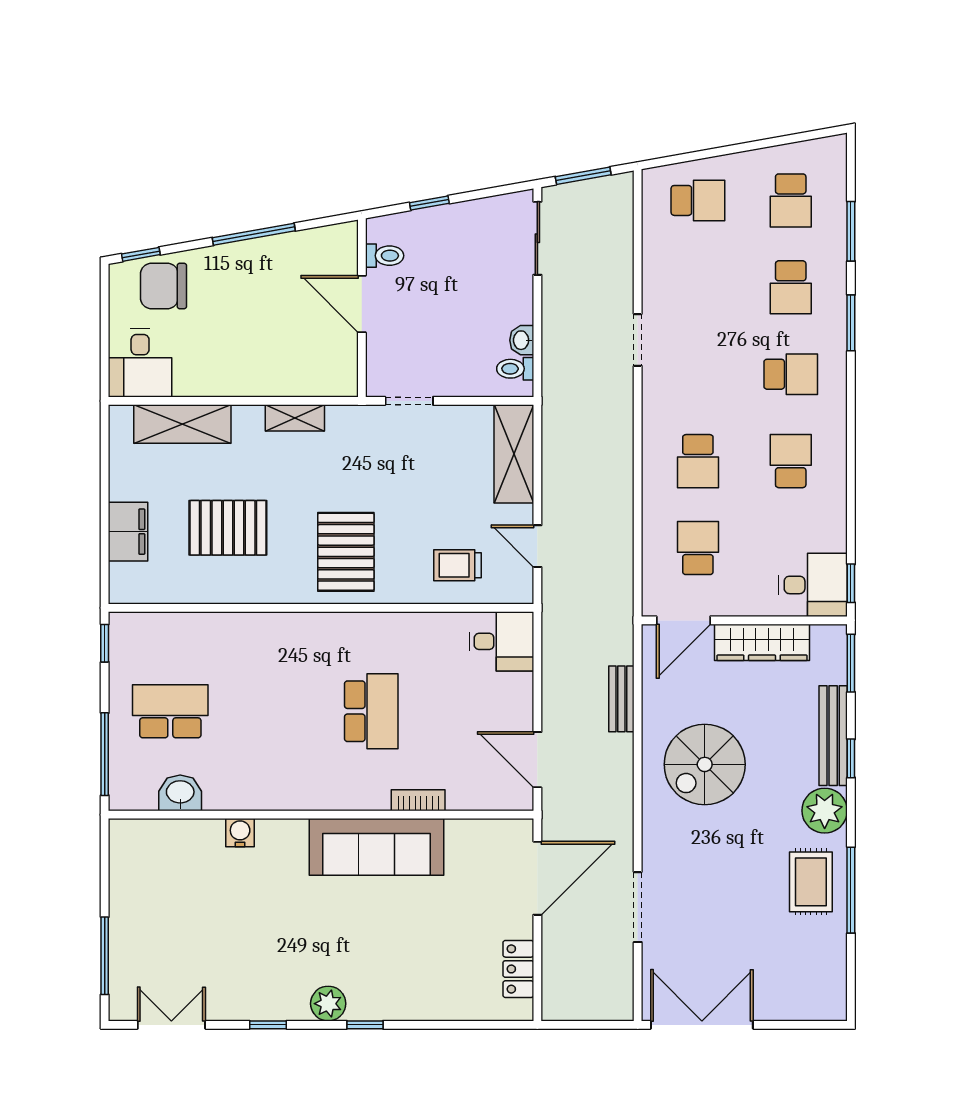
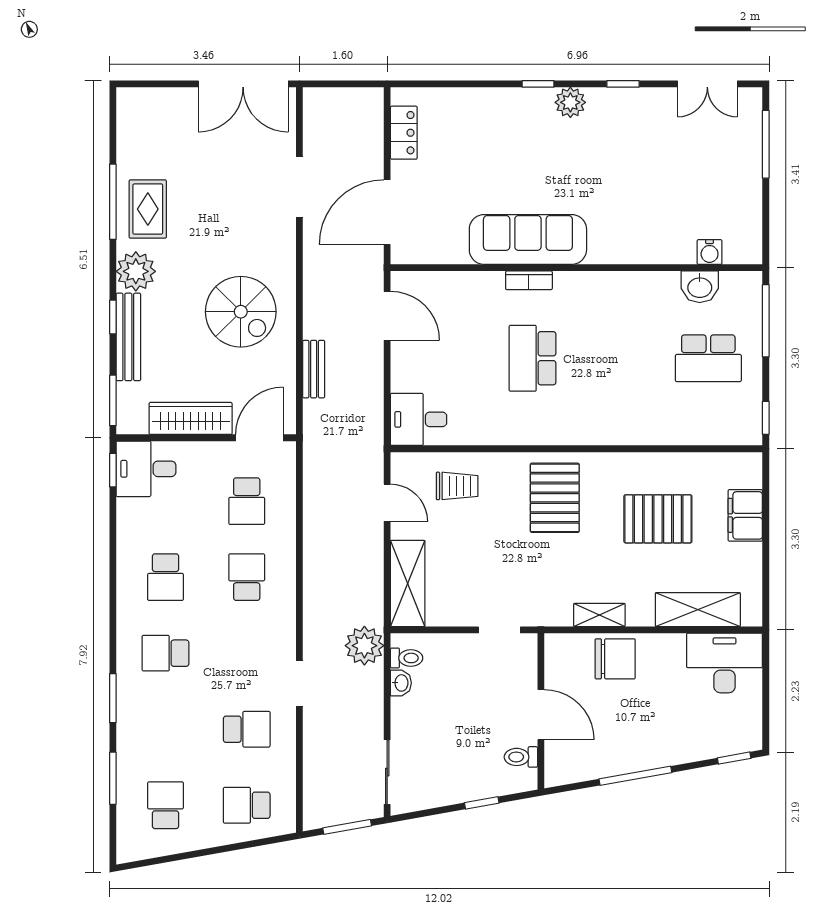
chair: (163, 286) -> (615, 659), moved
school desk: (791, 287) -> (247, 729), moved, turned 90
desk: (140, 363) -> (725, 663), width x1.37
plant: (563, 383) -> (364, 646), added
spiral stairs: (705, 764) -> (241, 312), turned 90
bookcase: (418, 800) -> (529, 280), moved
water cooler: (240, 833) -> (710, 252), moved

